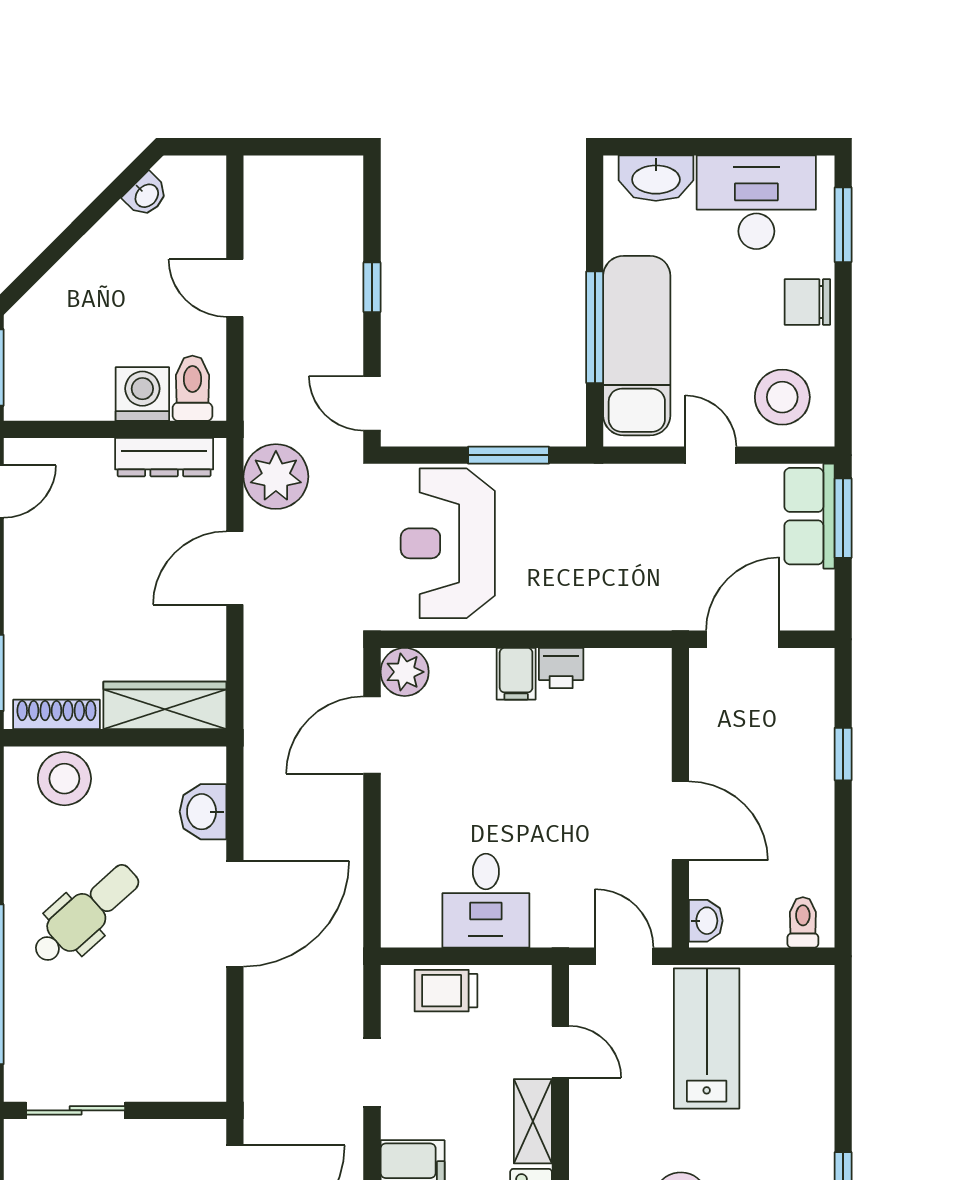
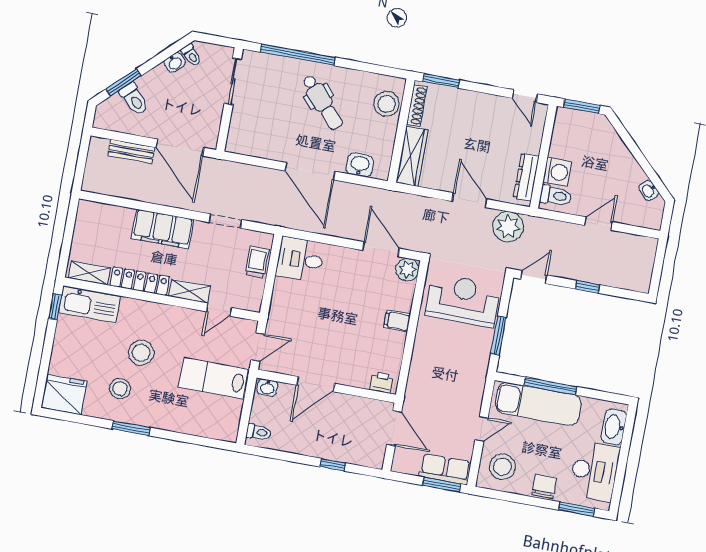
printer: (561, 668) -> (382, 383), moved, turned 90
desk: (486, 901) -> (300, 259), moved
lab bench: (707, 1038) -> (213, 378), turned 180

